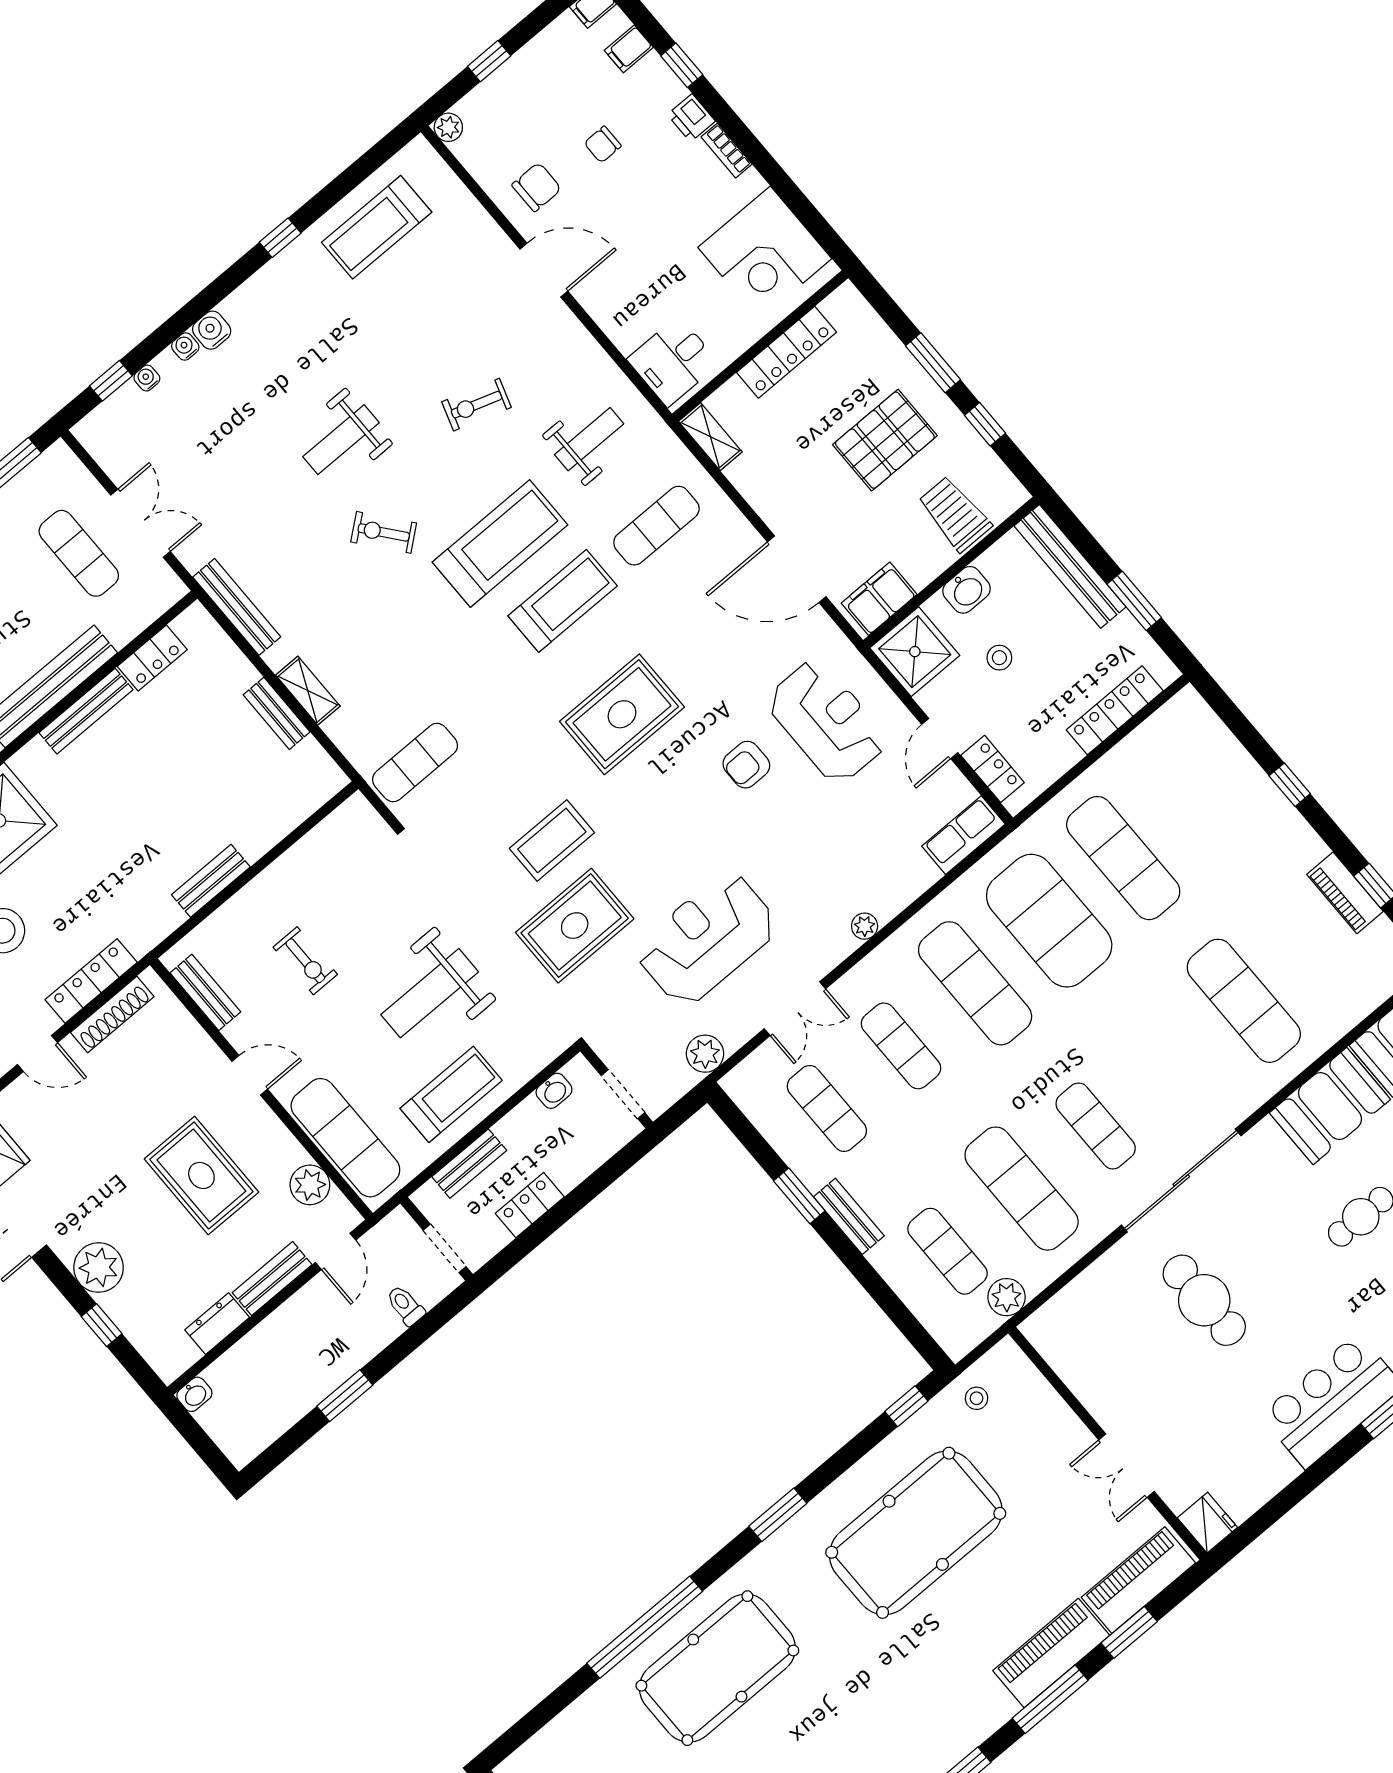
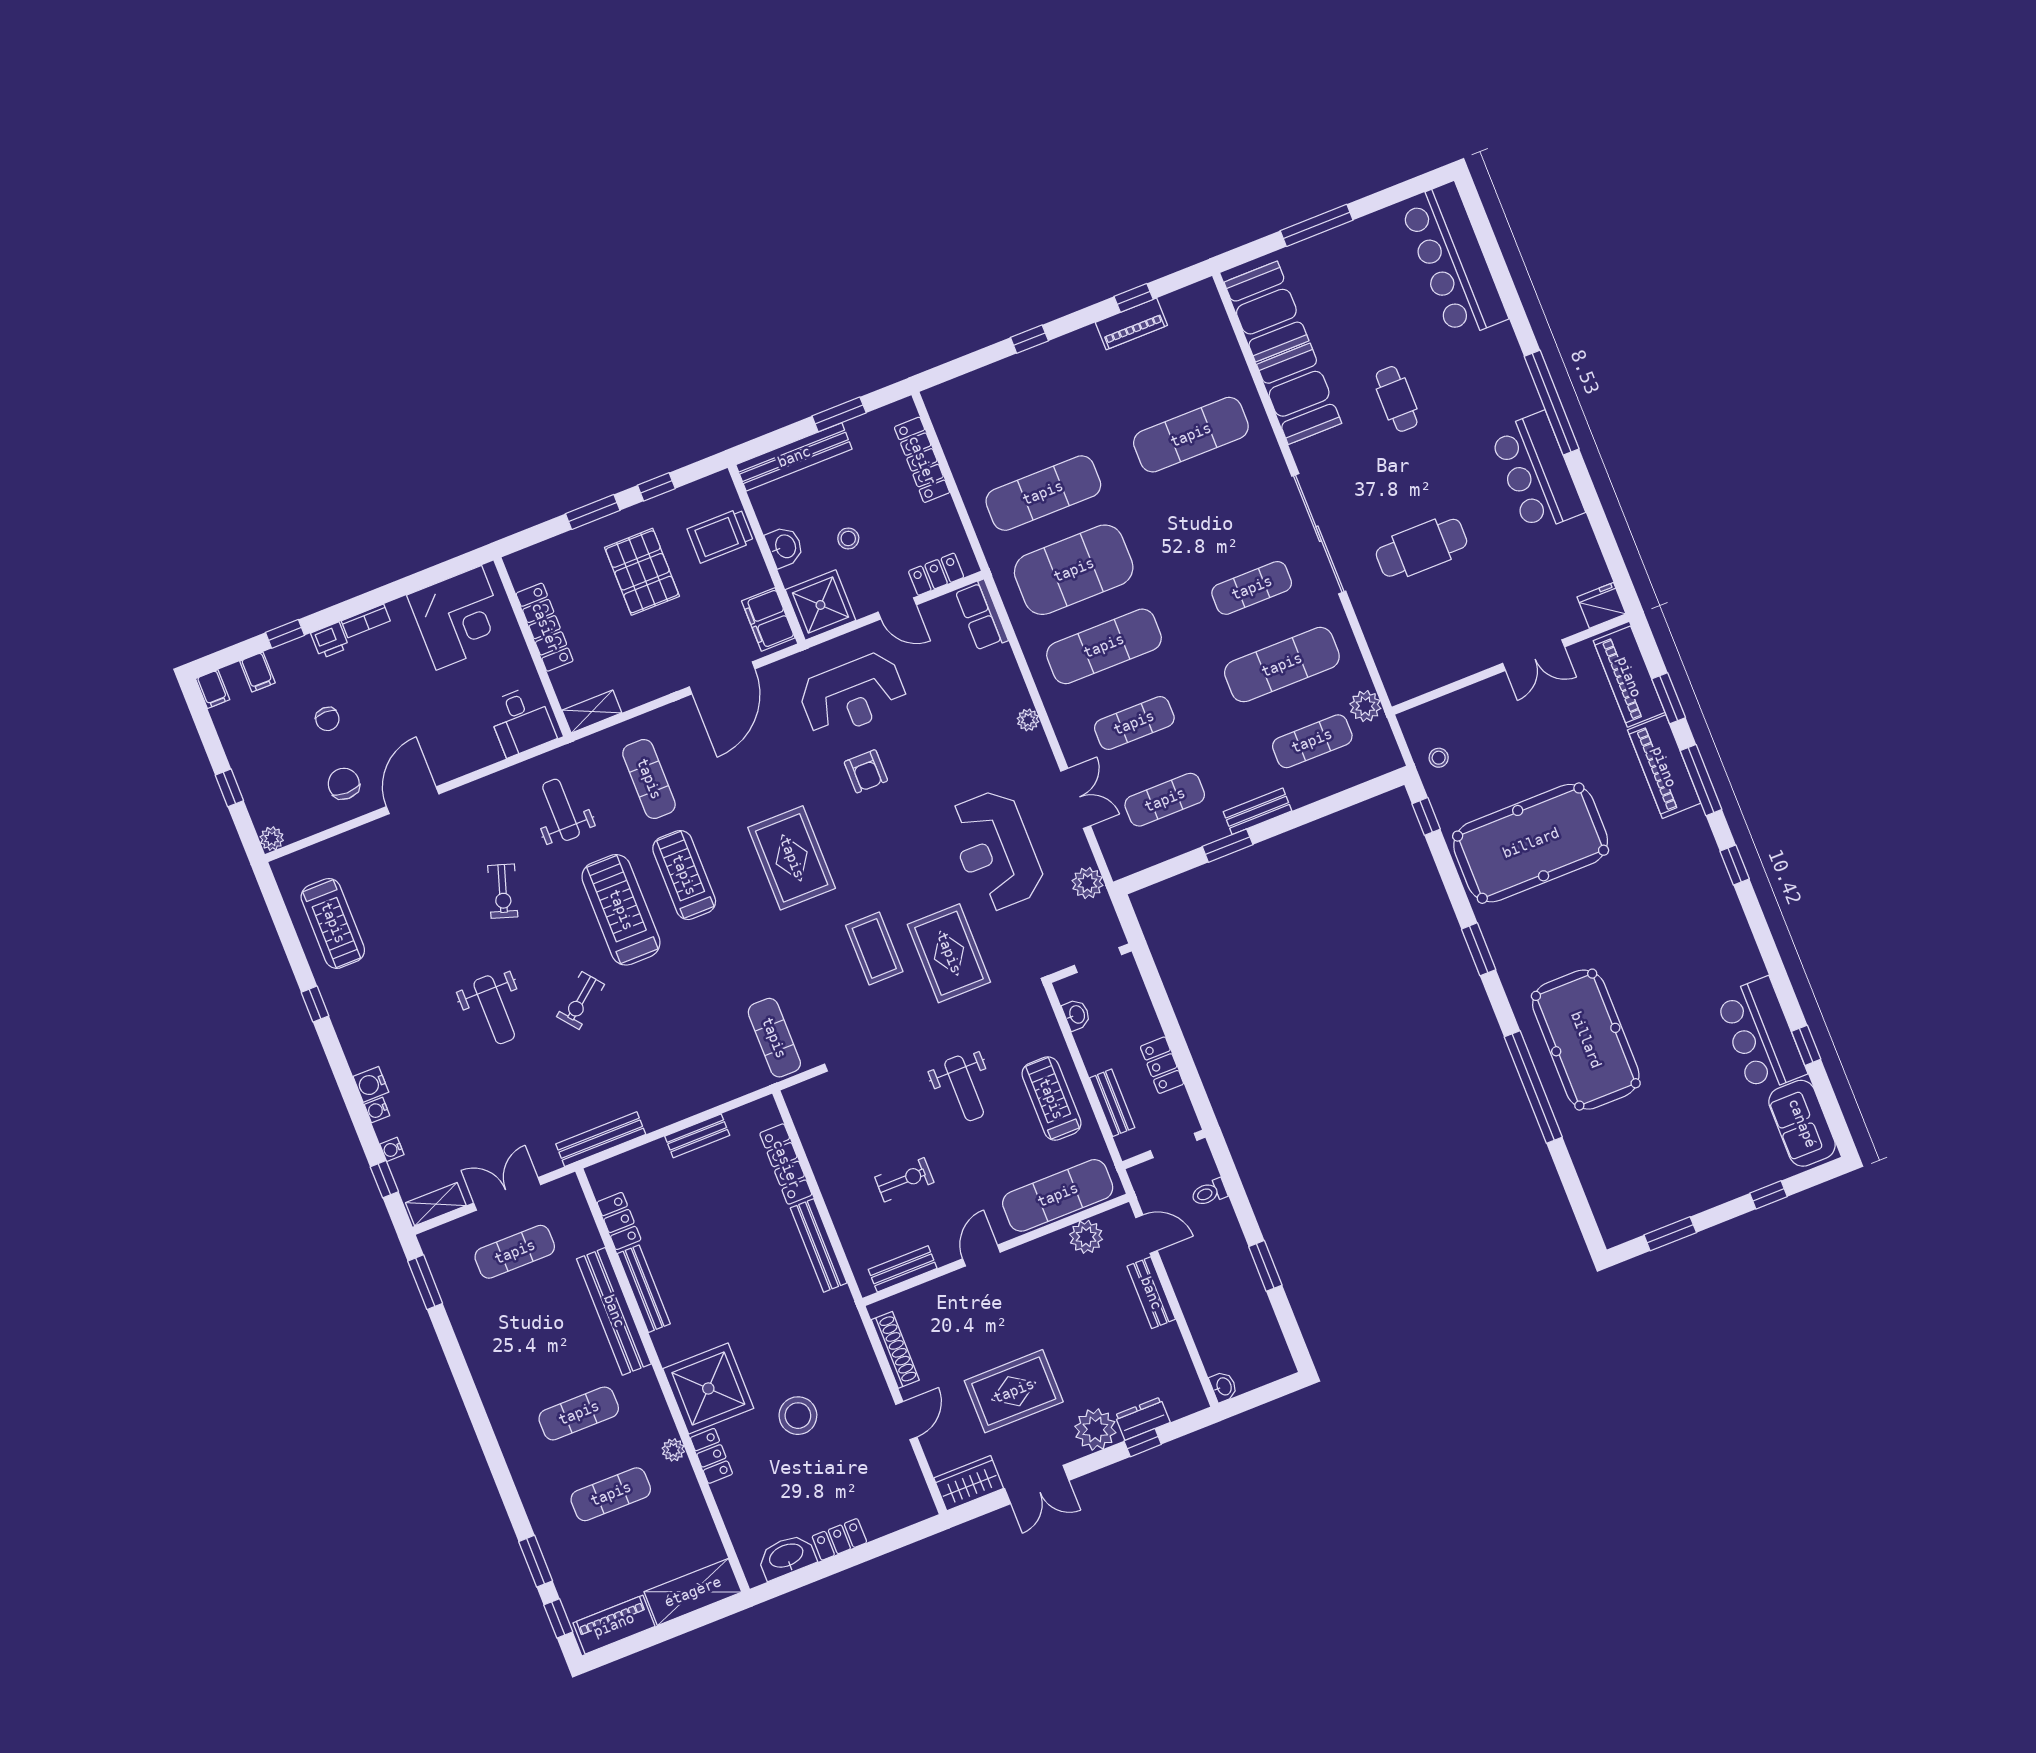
shelving: (308, 691) -> (436, 1204), moved
reception desk: (827, 721) -> (853, 695), turned 180
bench: (211, 881) -> (819, 1245), width x1.36
locker: (91, 981) -> (786, 1164), moved
weight bench: (430, 993) -> (964, 1088), width x0.73, depth x0.75
rug: (201, 1176) -> (1014, 1391), moved
dresser: (217, 1324) -> (1142, 1419), moved, turned 90
pool table: (916, 1533) -> (1531, 843), turned 90

